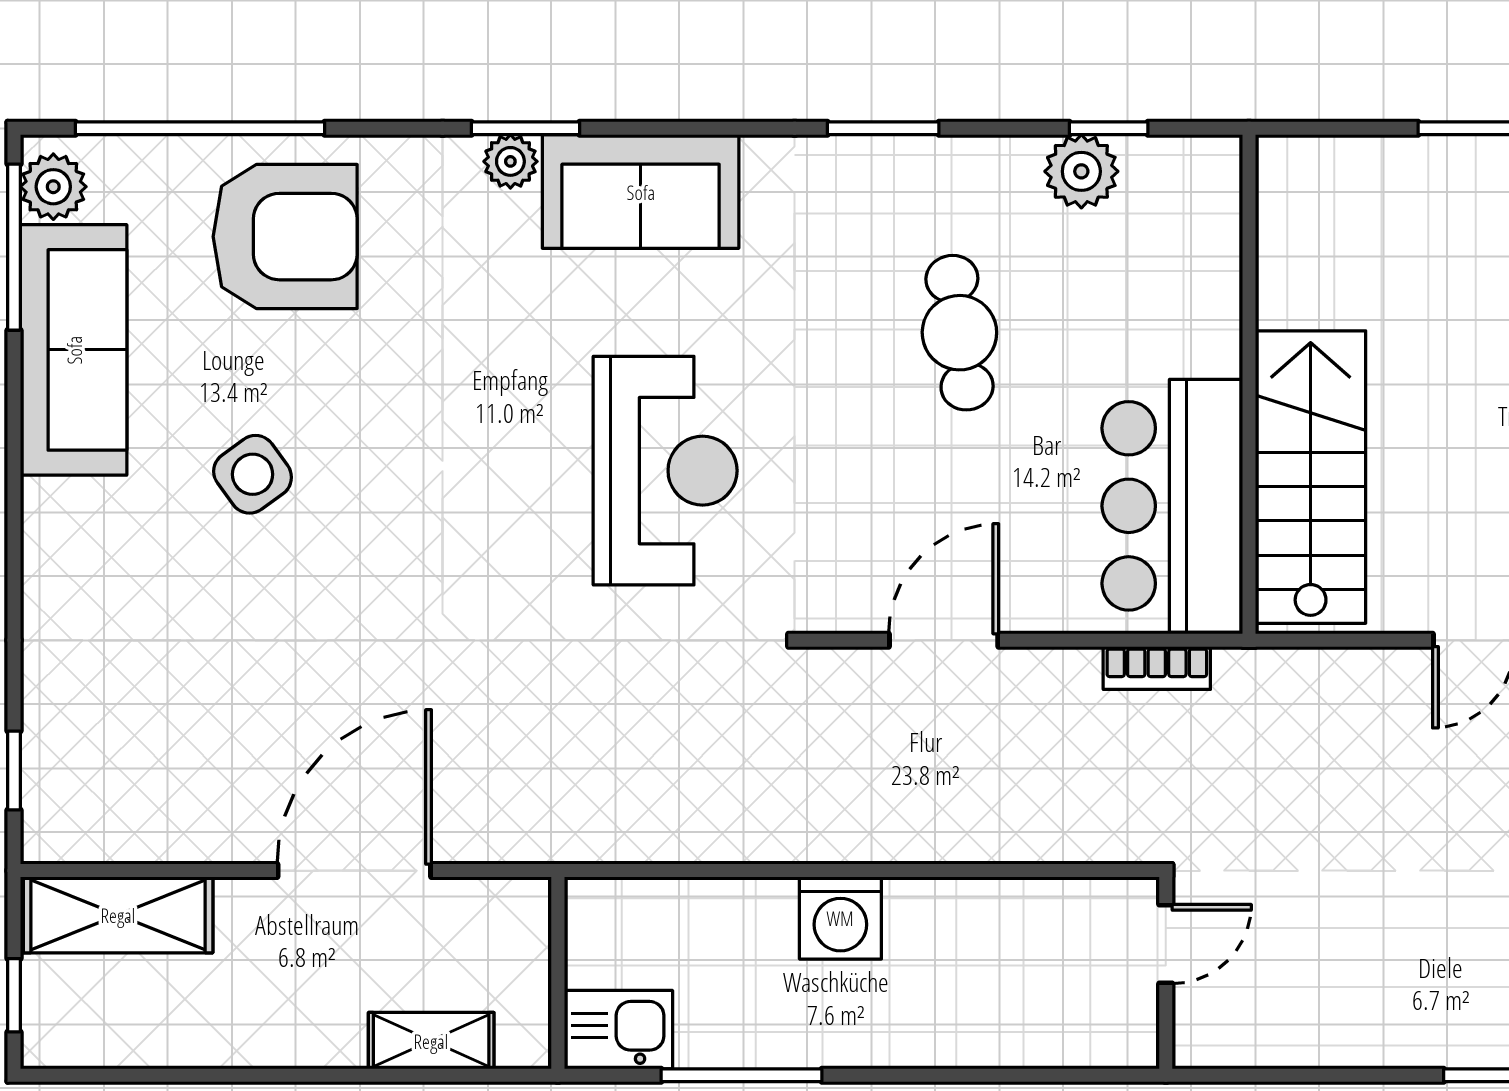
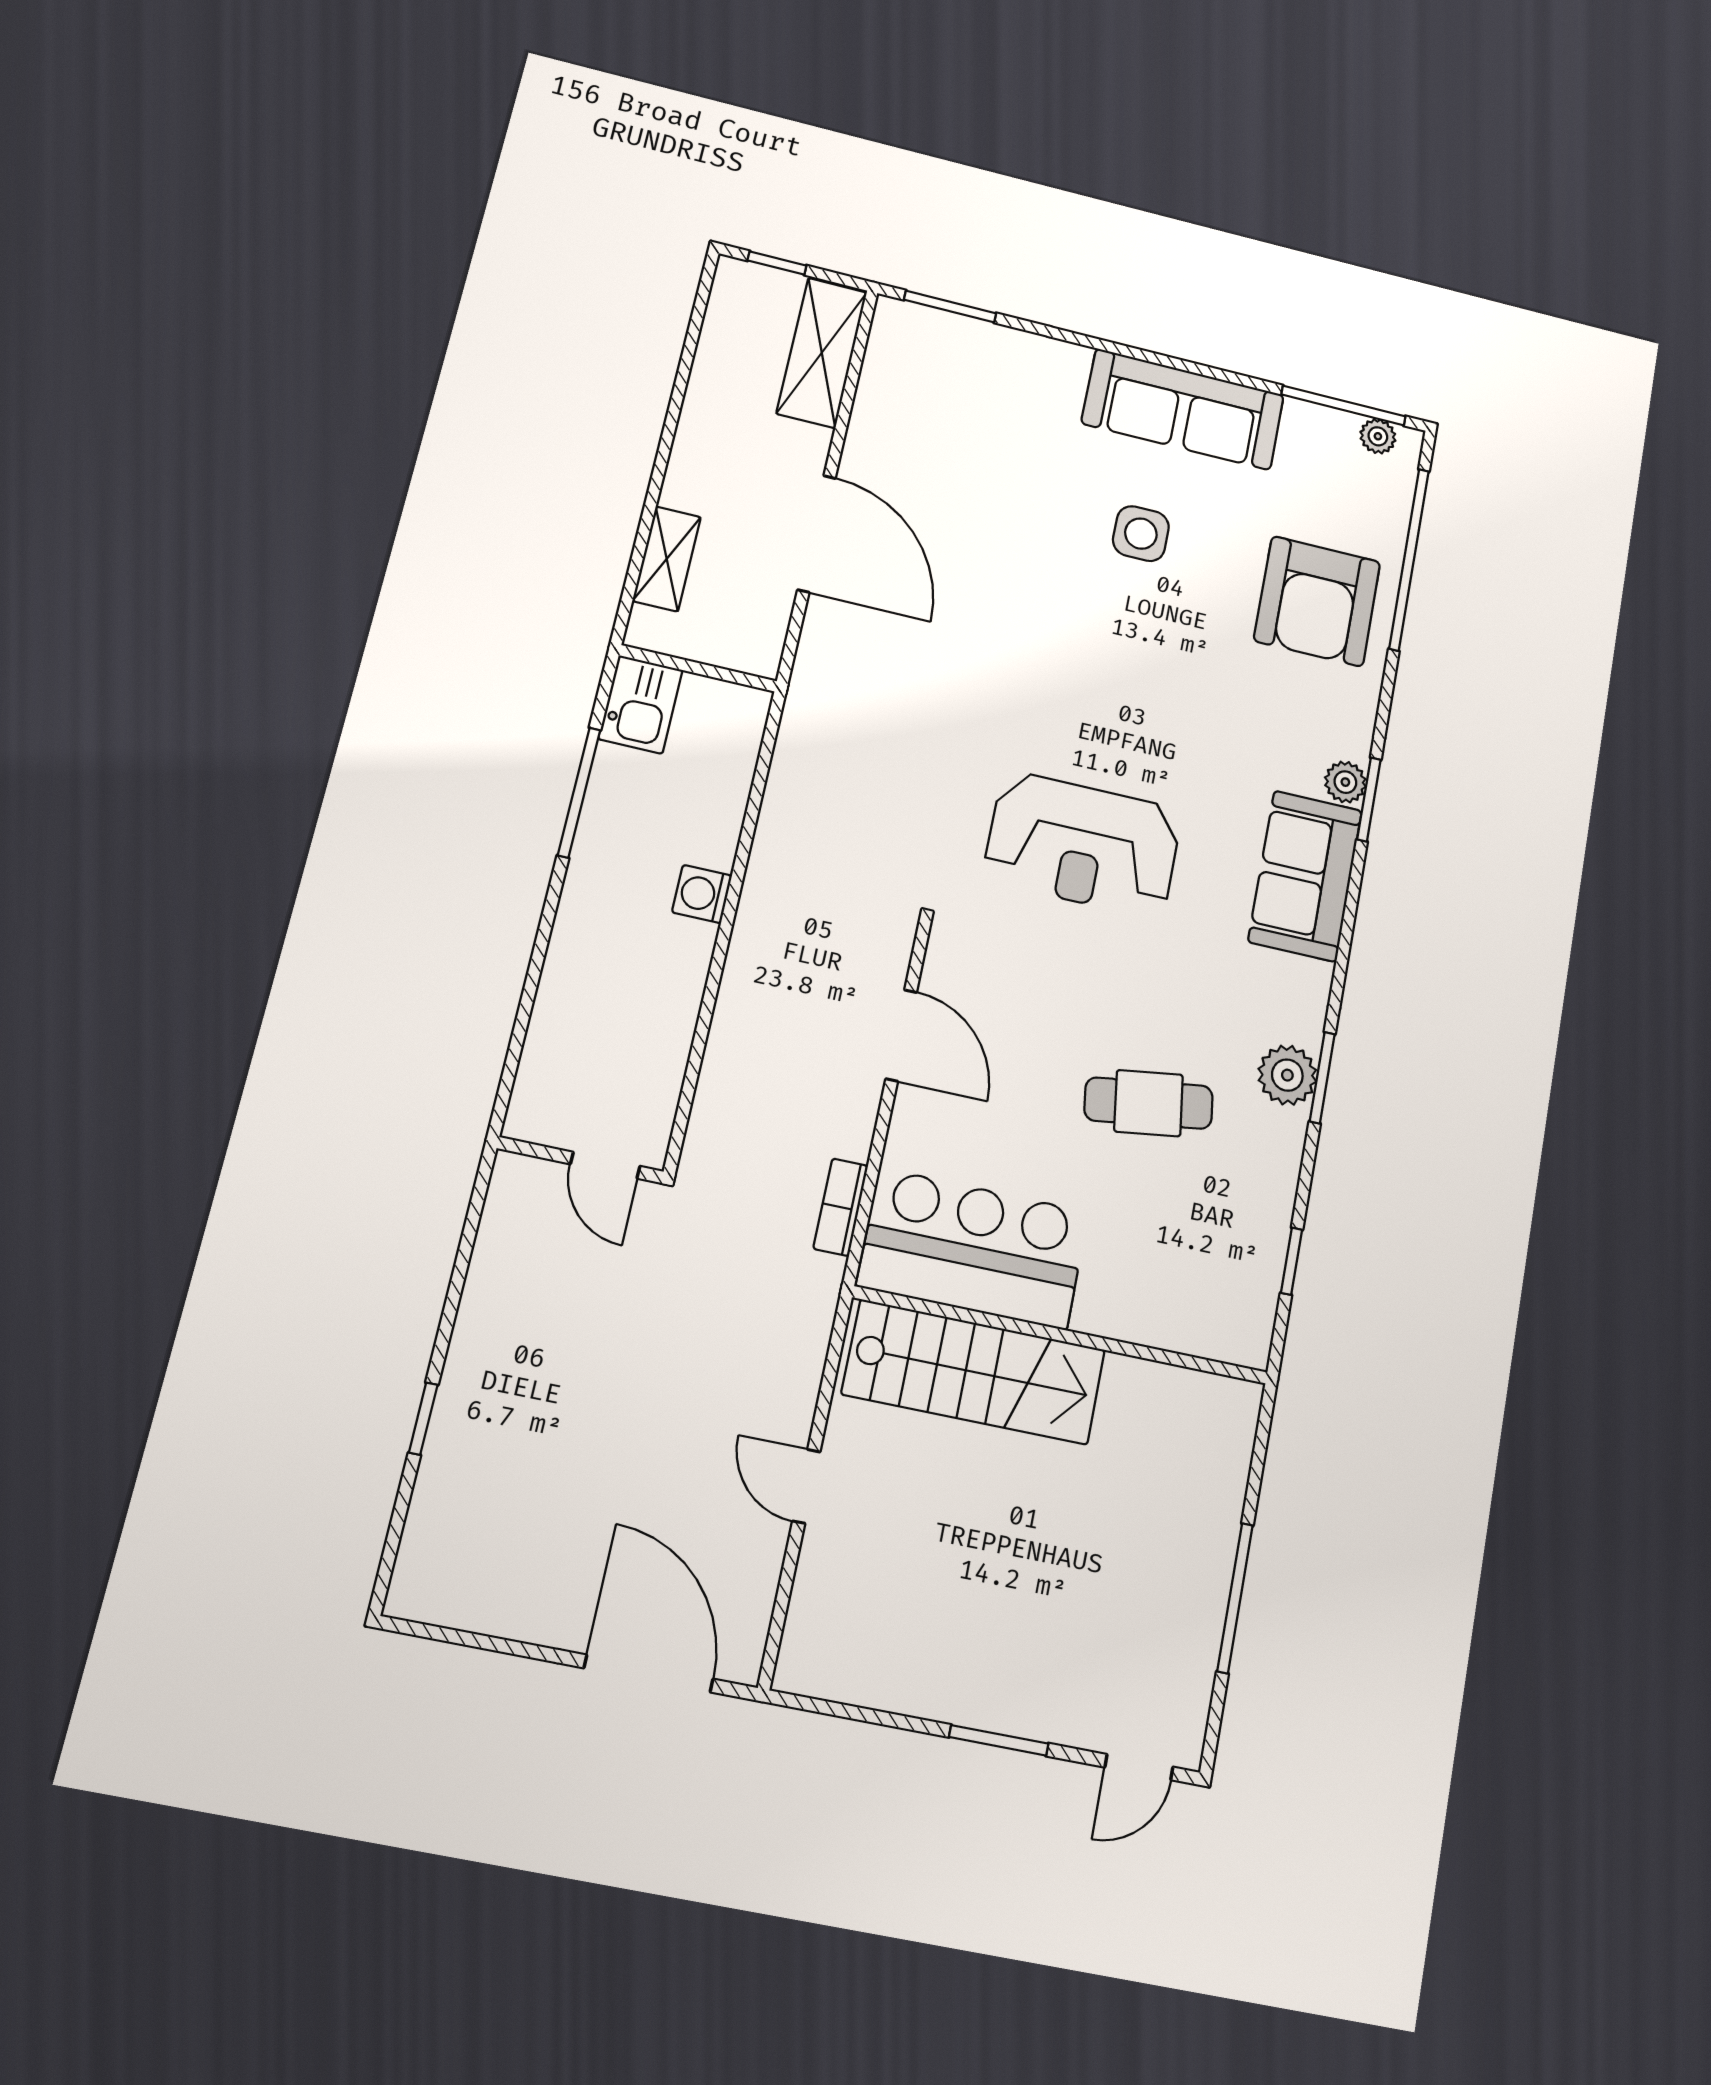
plant: (1081, 171) -> (1287, 1075), moved
plant: (53, 187) -> (1378, 436), width x0.73, depth x0.73
sofa: (74, 350) -> (1183, 409), moved
side table: (253, 474) -> (1141, 534), turned 36
window: (14, 771) -> (950, 307), width x1.50
washing machine: (840, 918) -> (702, 894), width x0.73, depth x0.73

